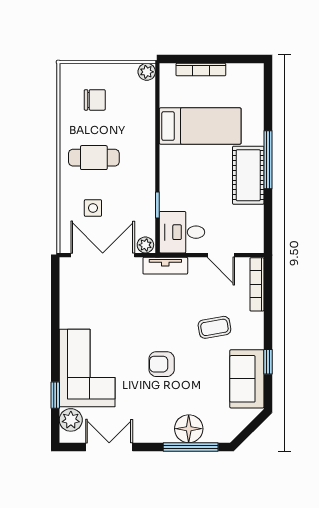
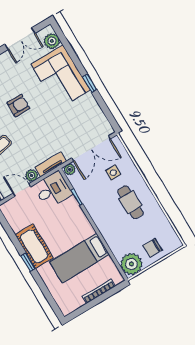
plant: (147, 72) -> (131, 264), width x1.88, depth x1.88
chair: (95, 100) -> (152, 248), moved
cafe table: (94, 158) -> (130, 202), turned 90
window: (268, 160) -> (28, 262), width x0.46
plant: (198, 266) -> (32, 176), added
window: (55, 395) -> (90, 83), moved

